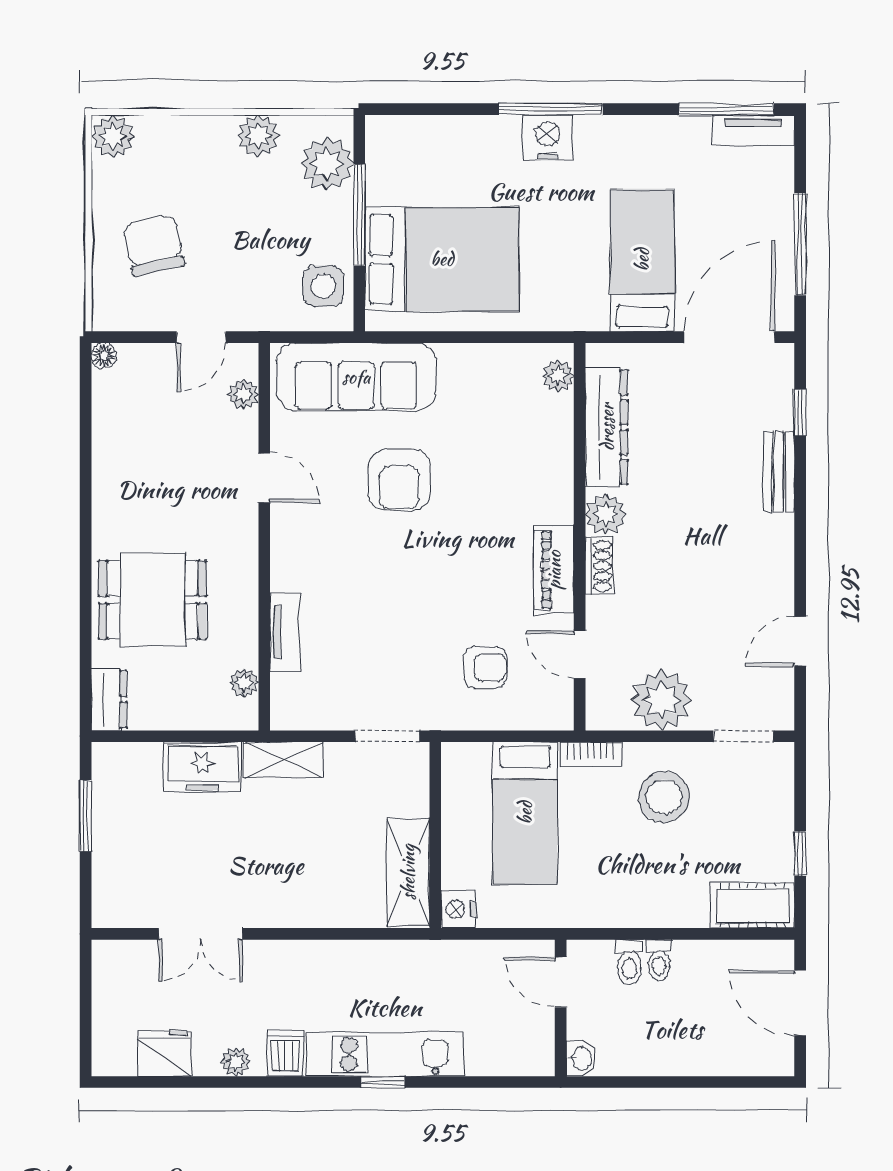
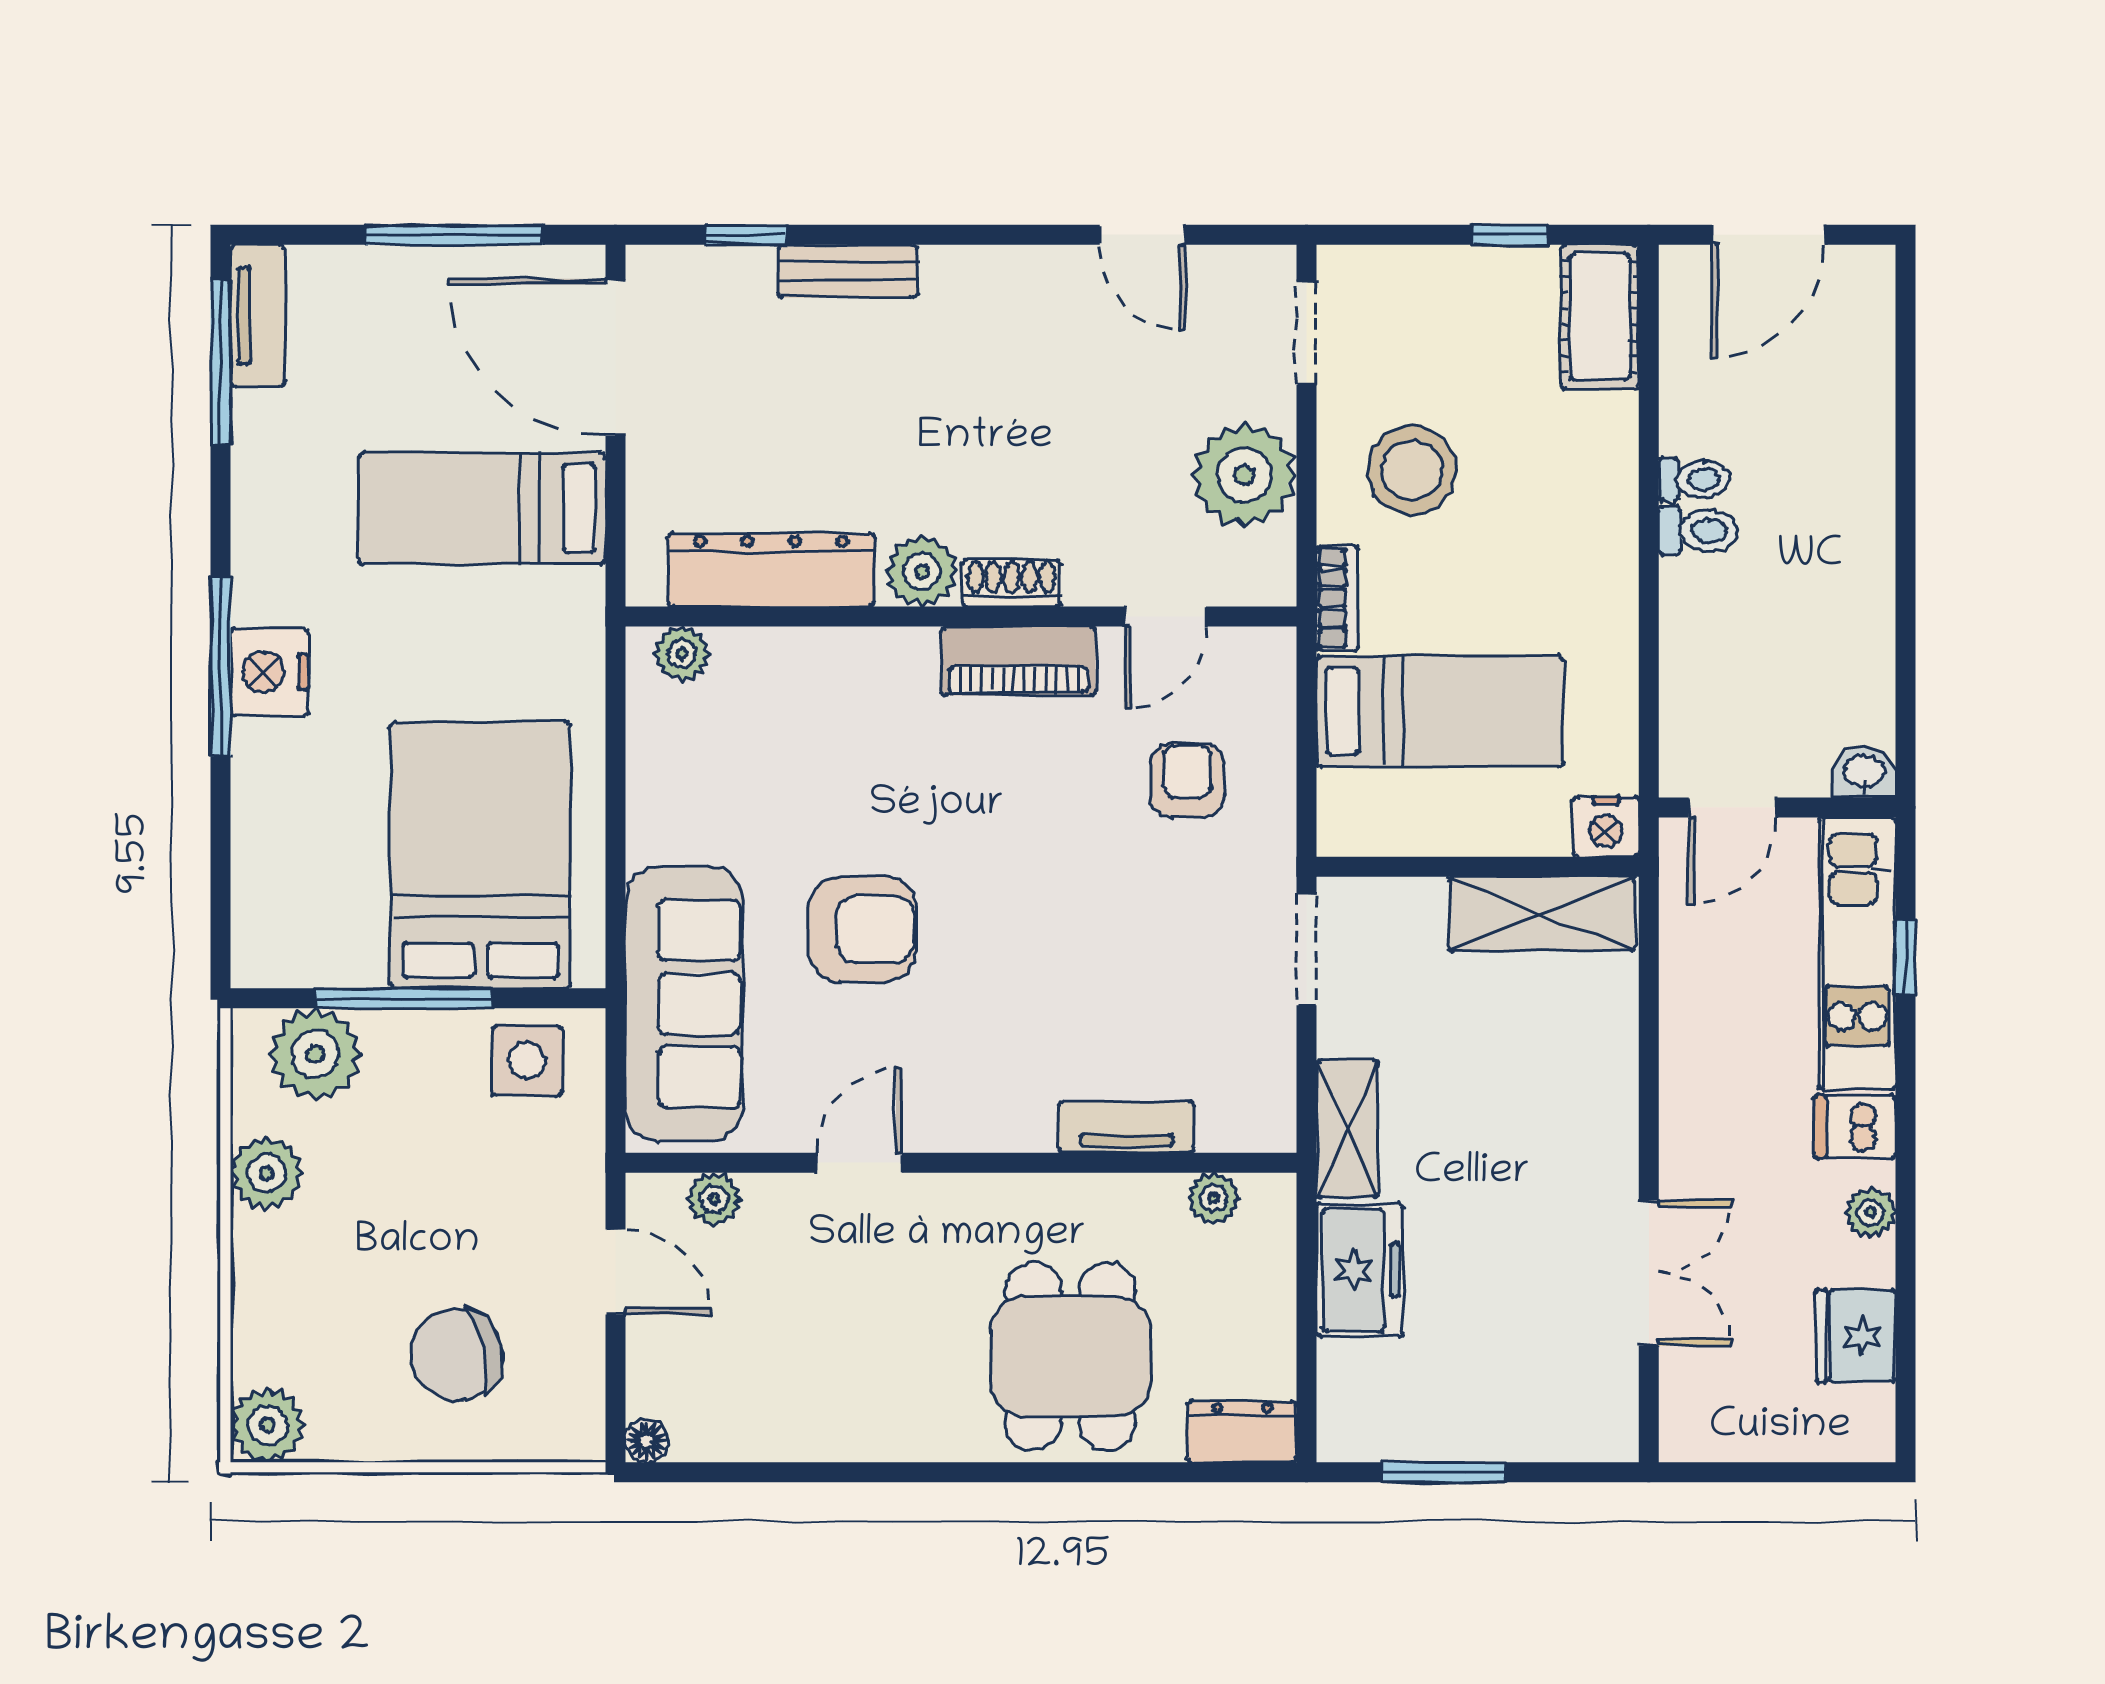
door: (561, 982) -> (1732, 807), moved
wall: (561, 1008) -> (1777, 807), moved
washbasin: (581, 1058) -> (1864, 772), moved

